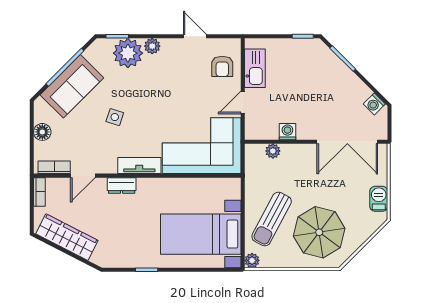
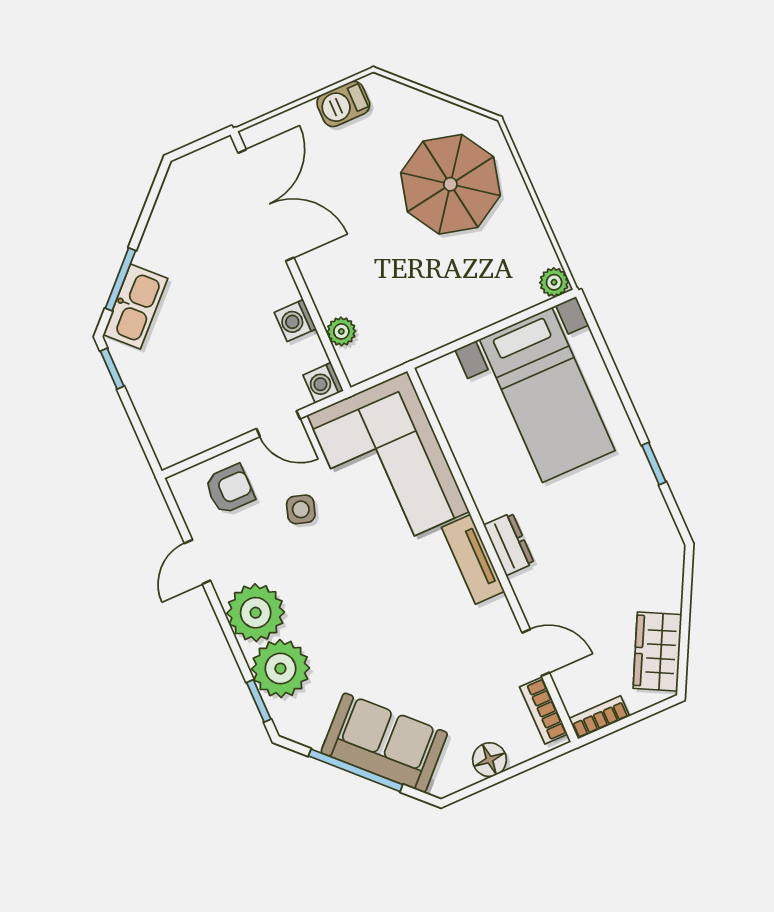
plant: (152, 46) -> (256, 613), width x1.88, depth x1.88
kitchen sink: (255, 68) -> (135, 306), moved, turned 135
washing machine: (374, 104) -> (323, 383), moved, turned 135
side table: (115, 117) -> (301, 509), moved
dresser: (122, 185) -> (509, 544), moved
sun lounger: (272, 219) -> (464, 280), removed
wardrobe: (67, 237) -> (657, 651), width x0.67

